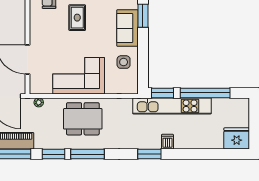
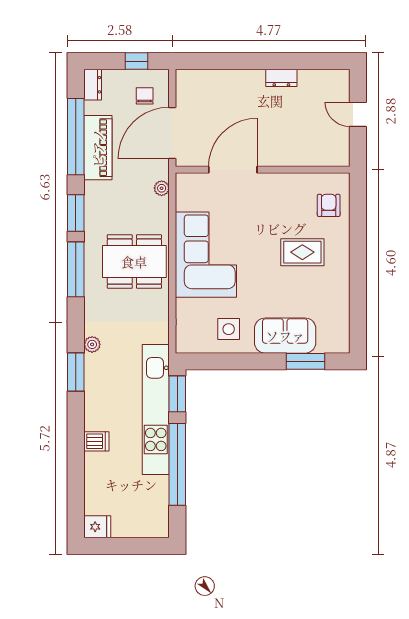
dining table: (83, 119) -> (134, 262), turned 90
fridge: (237, 138) -> (97, 527), width x0.53, depth x0.75
dishwasher: (167, 142) -> (96, 441), moved
plant: (133, 144) -> (92, 344), added

